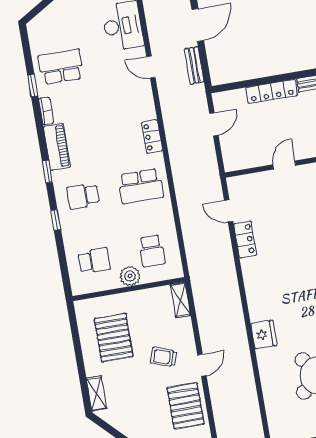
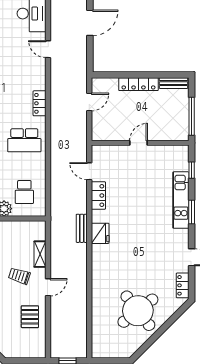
bench: (194, 65) -> (82, 228), moved
shelving: (180, 300) -> (40, 254), moved
fridge: (264, 335) -> (100, 233), moved
pallet: (185, 406) -> (30, 317), width x0.67, depth x0.71

